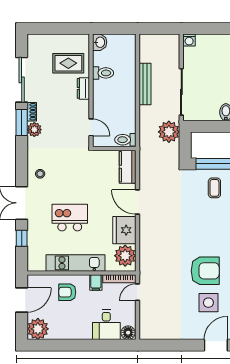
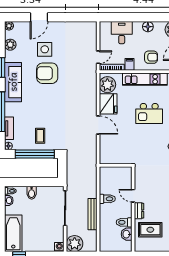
washbasin: (100, 42) -> (127, 234), moved
door: (91, 127) -> (133, 196), moved
plant: (169, 132) -> (75, 244), moved
toilet: (125, 140) -> (107, 199), moved
kitchen counter: (128, 167) -> (106, 152), removed
floor lamp: (128, 333) -> (148, 27), moved

